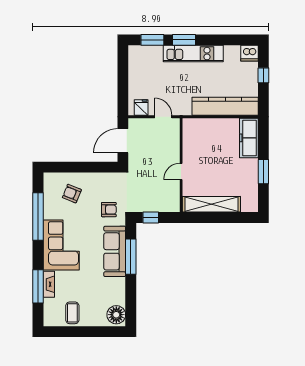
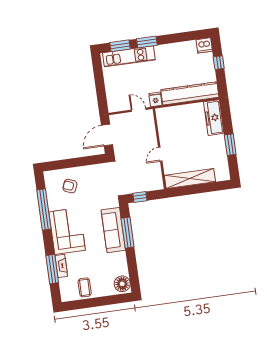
kitchen unit: (193, 54) -> (129, 56), moved
fridge: (141, 107) -> (155, 99), moved
armchair: (109, 210) -> (103, 195), removed

